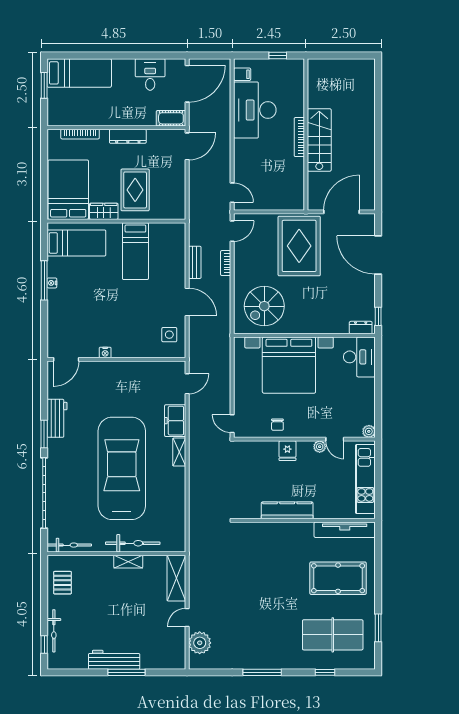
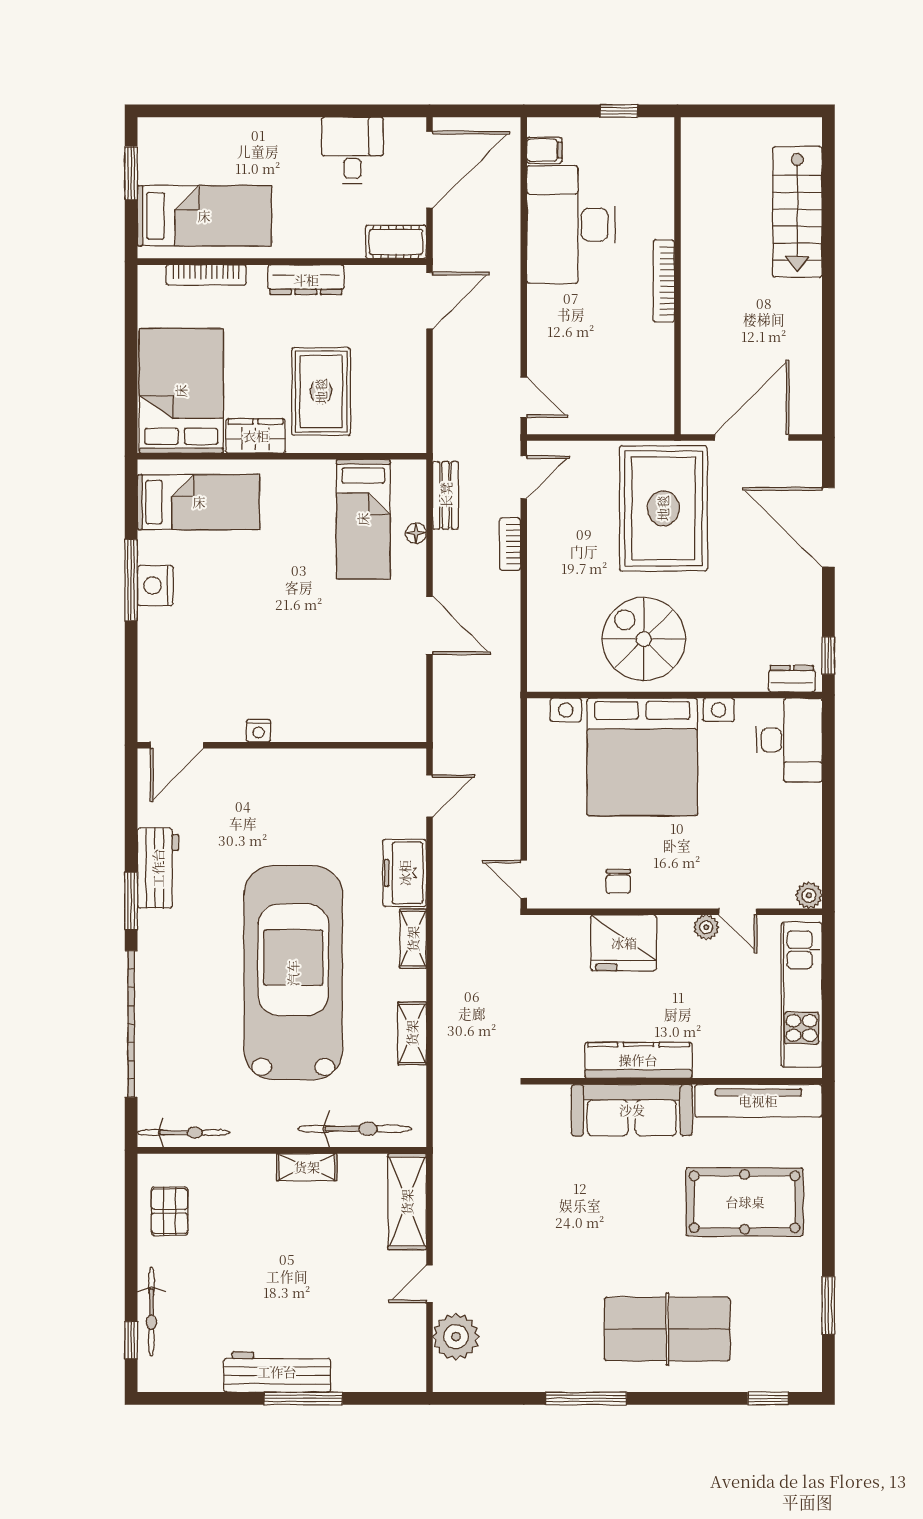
bed: (79, 73) -> (204, 216), moved
stairs: (319, 140) -> (797, 212), moved, turned 180
bed: (135, 251) -> (363, 519), moved
floor lamp: (181, 258) -> (416, 533), added
bench: (195, 262) -> (446, 495), moved
nightstand: (52, 283) -> (155, 586), width x1.89, depth x1.79
spiral stairs: (264, 306) -> (644, 639), moved, turned 90
side table: (169, 335) -> (392, 693), removed
fridge: (287, 451) -> (624, 943), width x1.88, depth x1.34
shelving: (179, 497) -> (412, 1033), added
sofa: (284, 534) -> (632, 1110), added
bicycle: (133, 543) -> (355, 1129), moved
table tennis table: (333, 635) -> (667, 1329), moved
window: (325, 672) -> (768, 1398), moved

